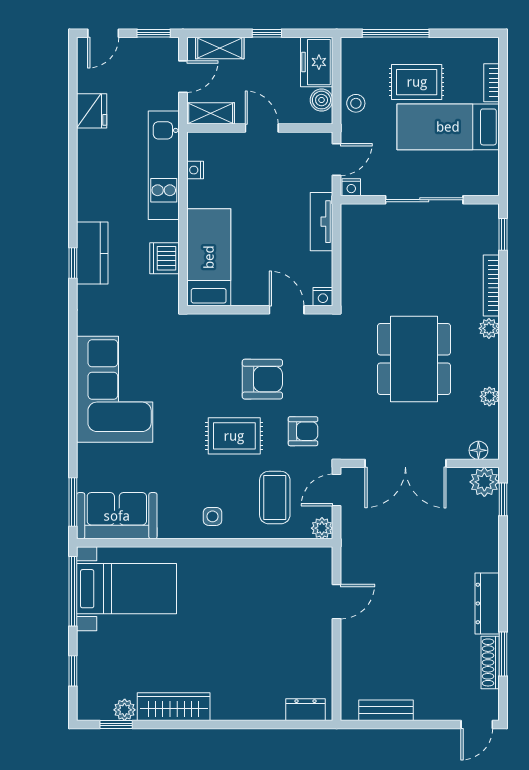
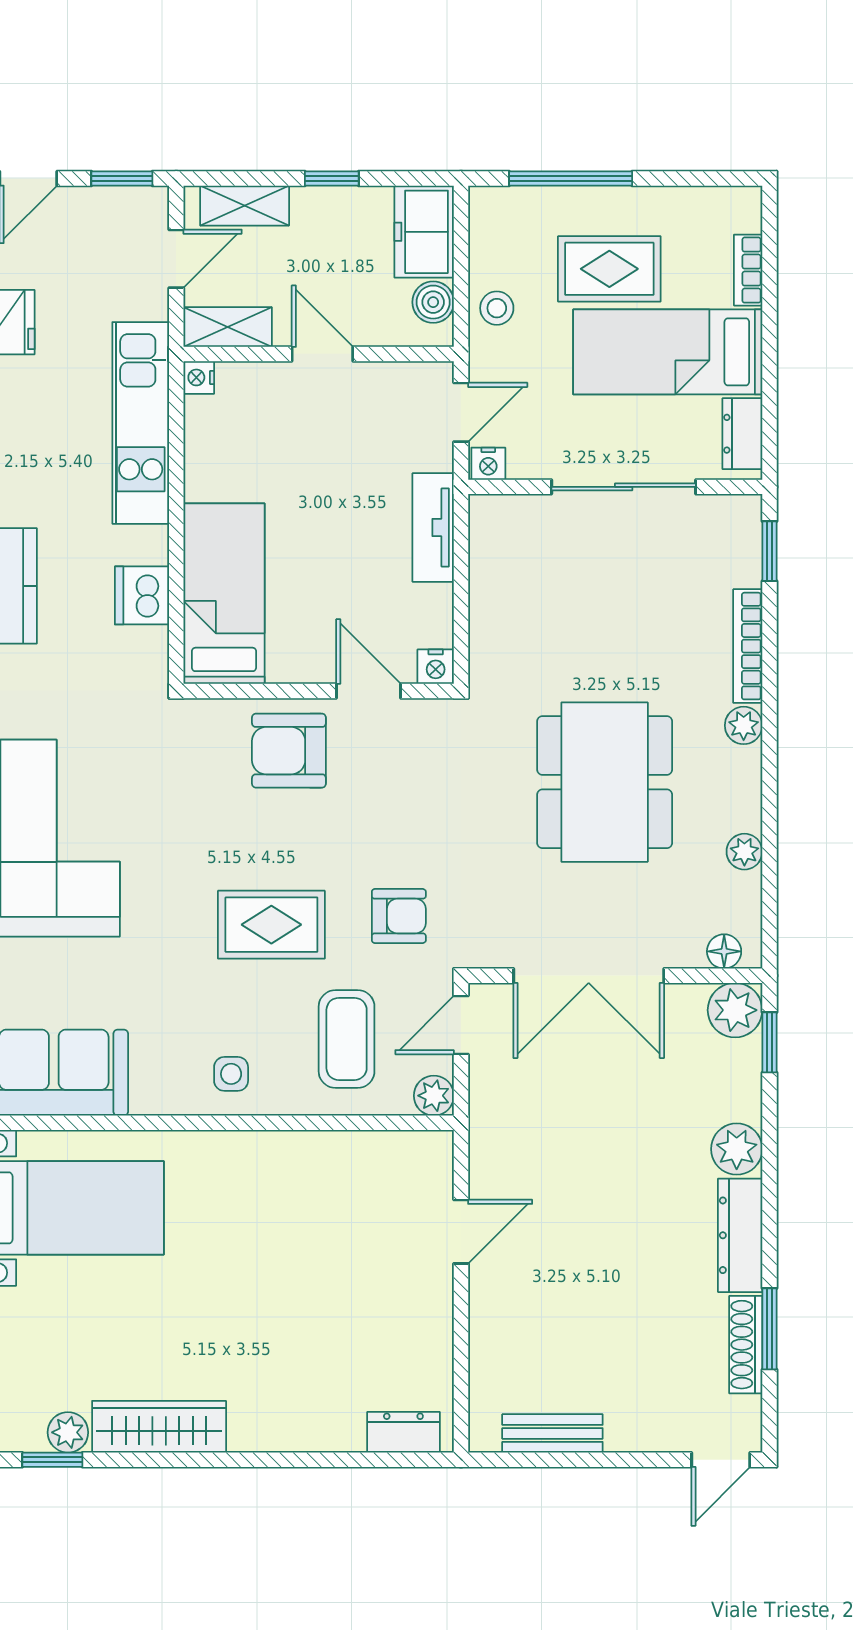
nightstand: (195, 170) -> (199, 377), moved
dresser: (488, 171) -> (742, 434), added
armchair: (262, 379) -> (289, 751), moved, turned 180
plant: (485, 557) -> (737, 1149), added

